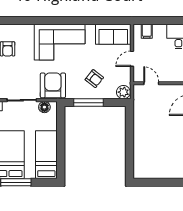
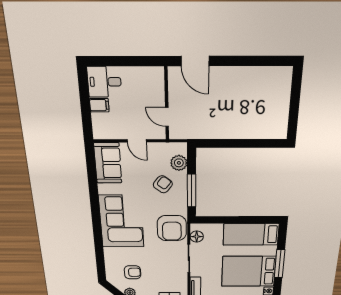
filing cabinet: (147, 31) -> (99, 105), moved
door: (151, 83) -> (167, 117), hinge flipped
armchair: (53, 85) -> (172, 228), turned -90
plant: (123, 92) -> (179, 163), moved

